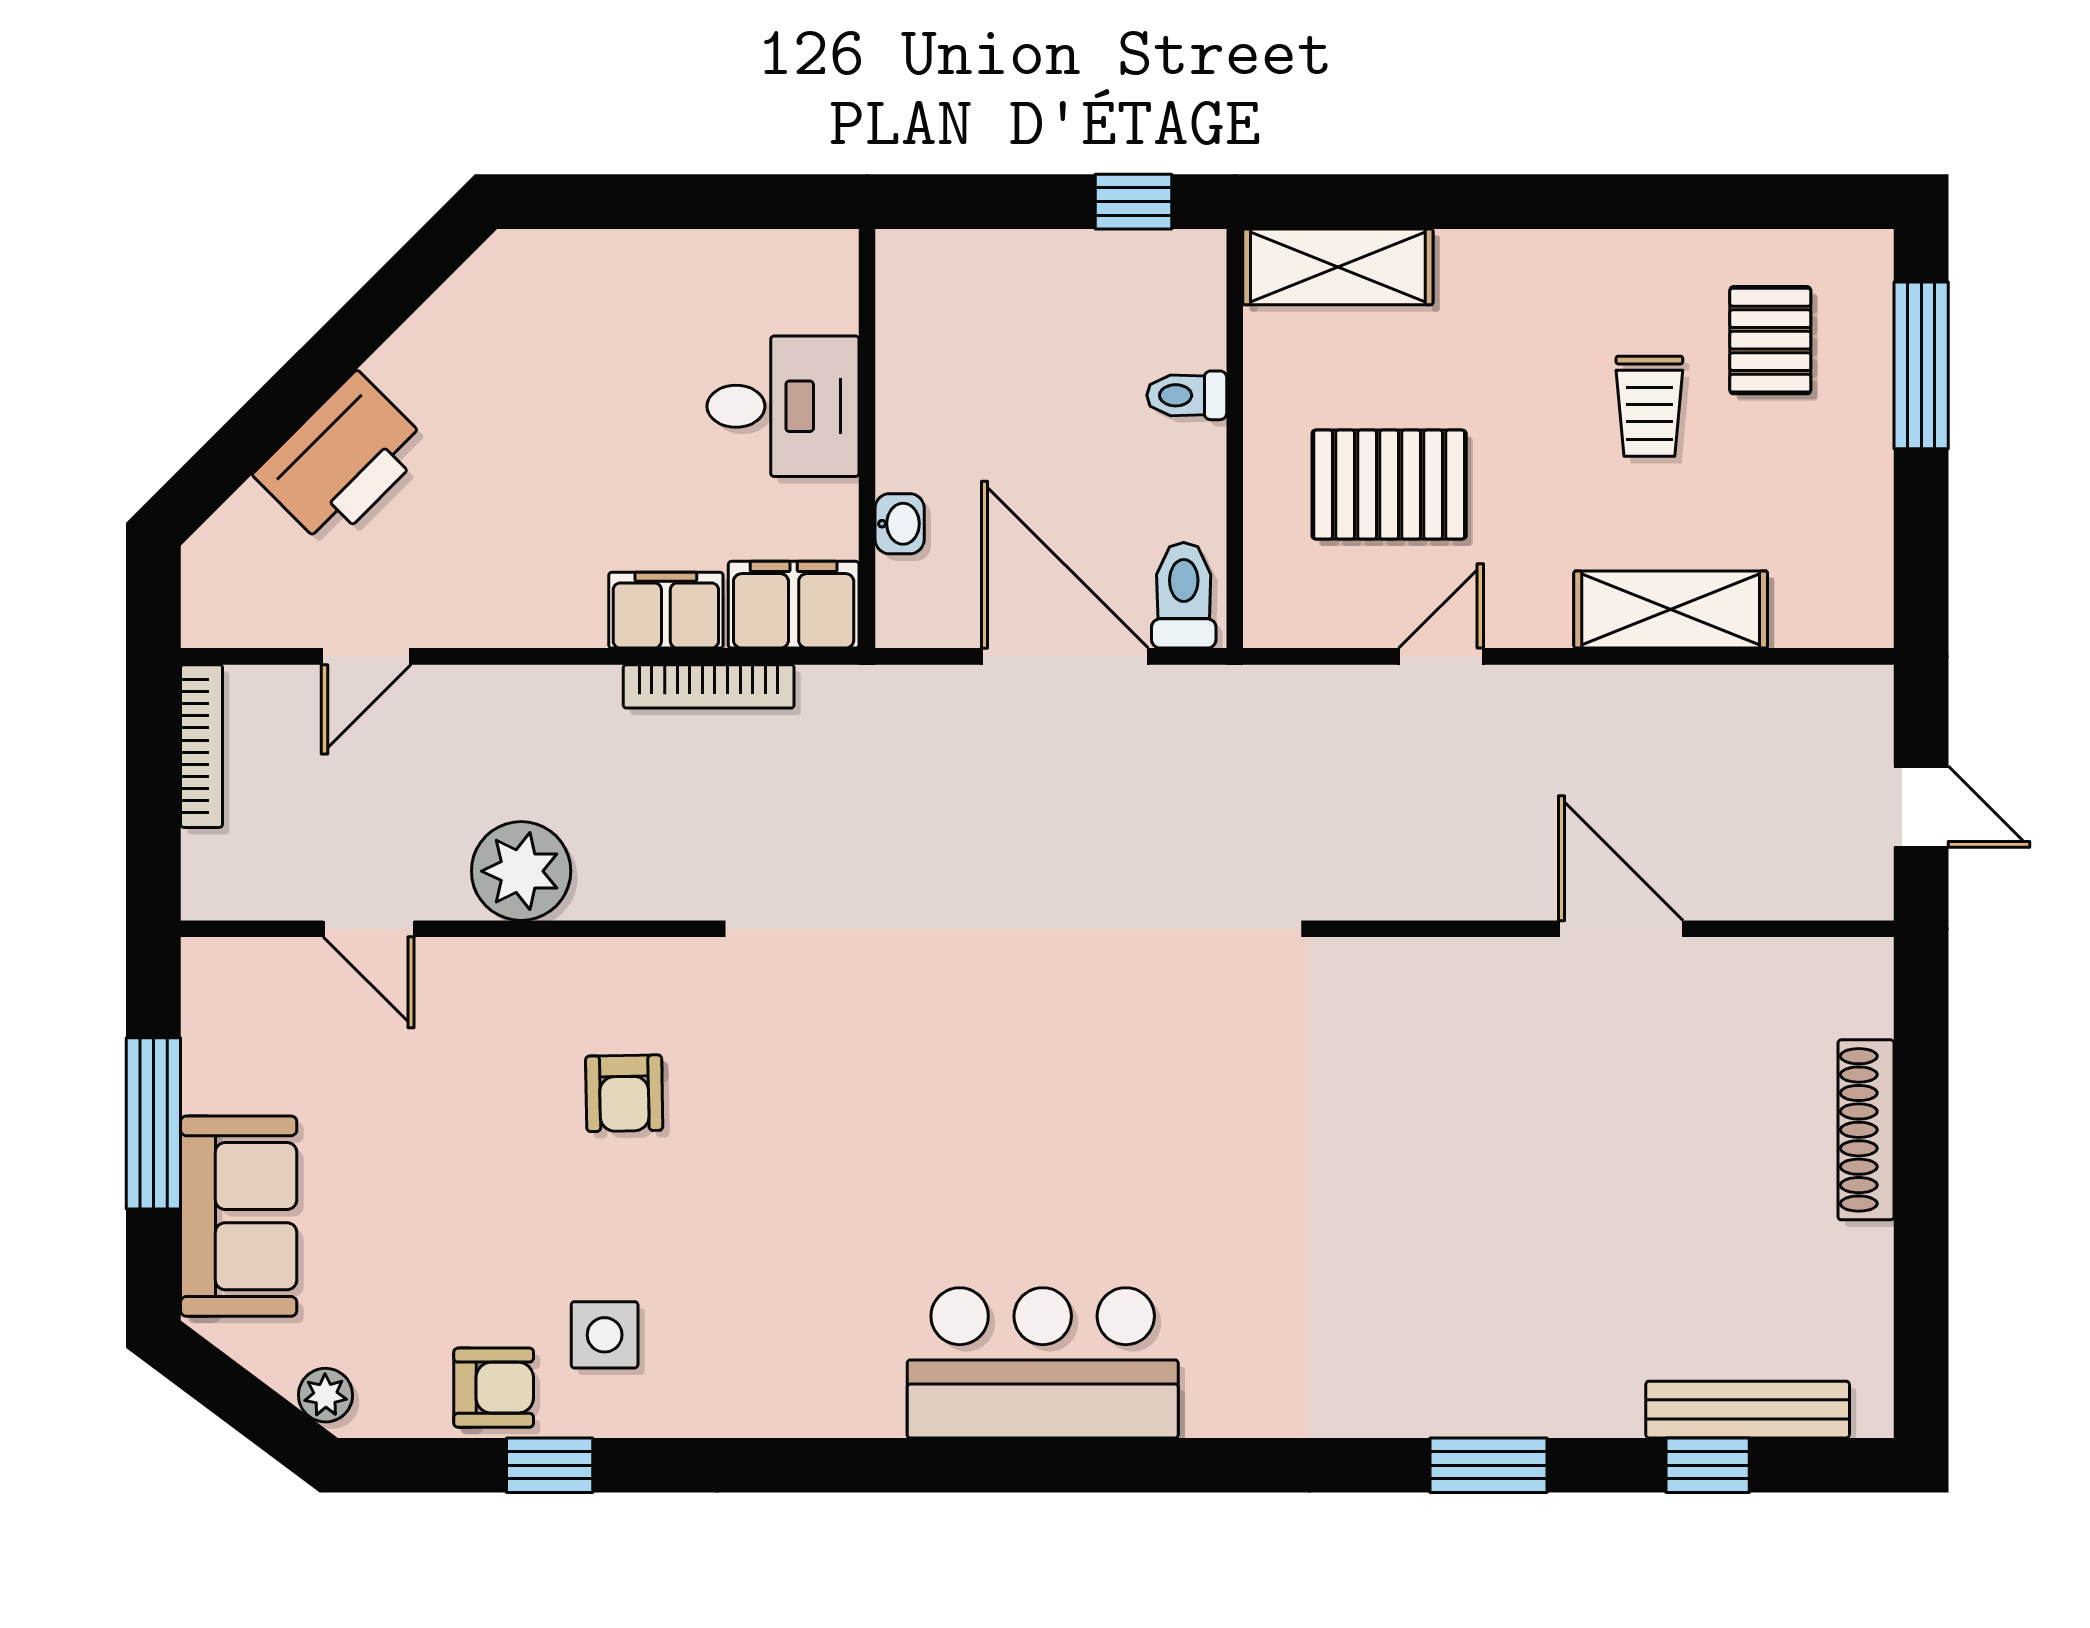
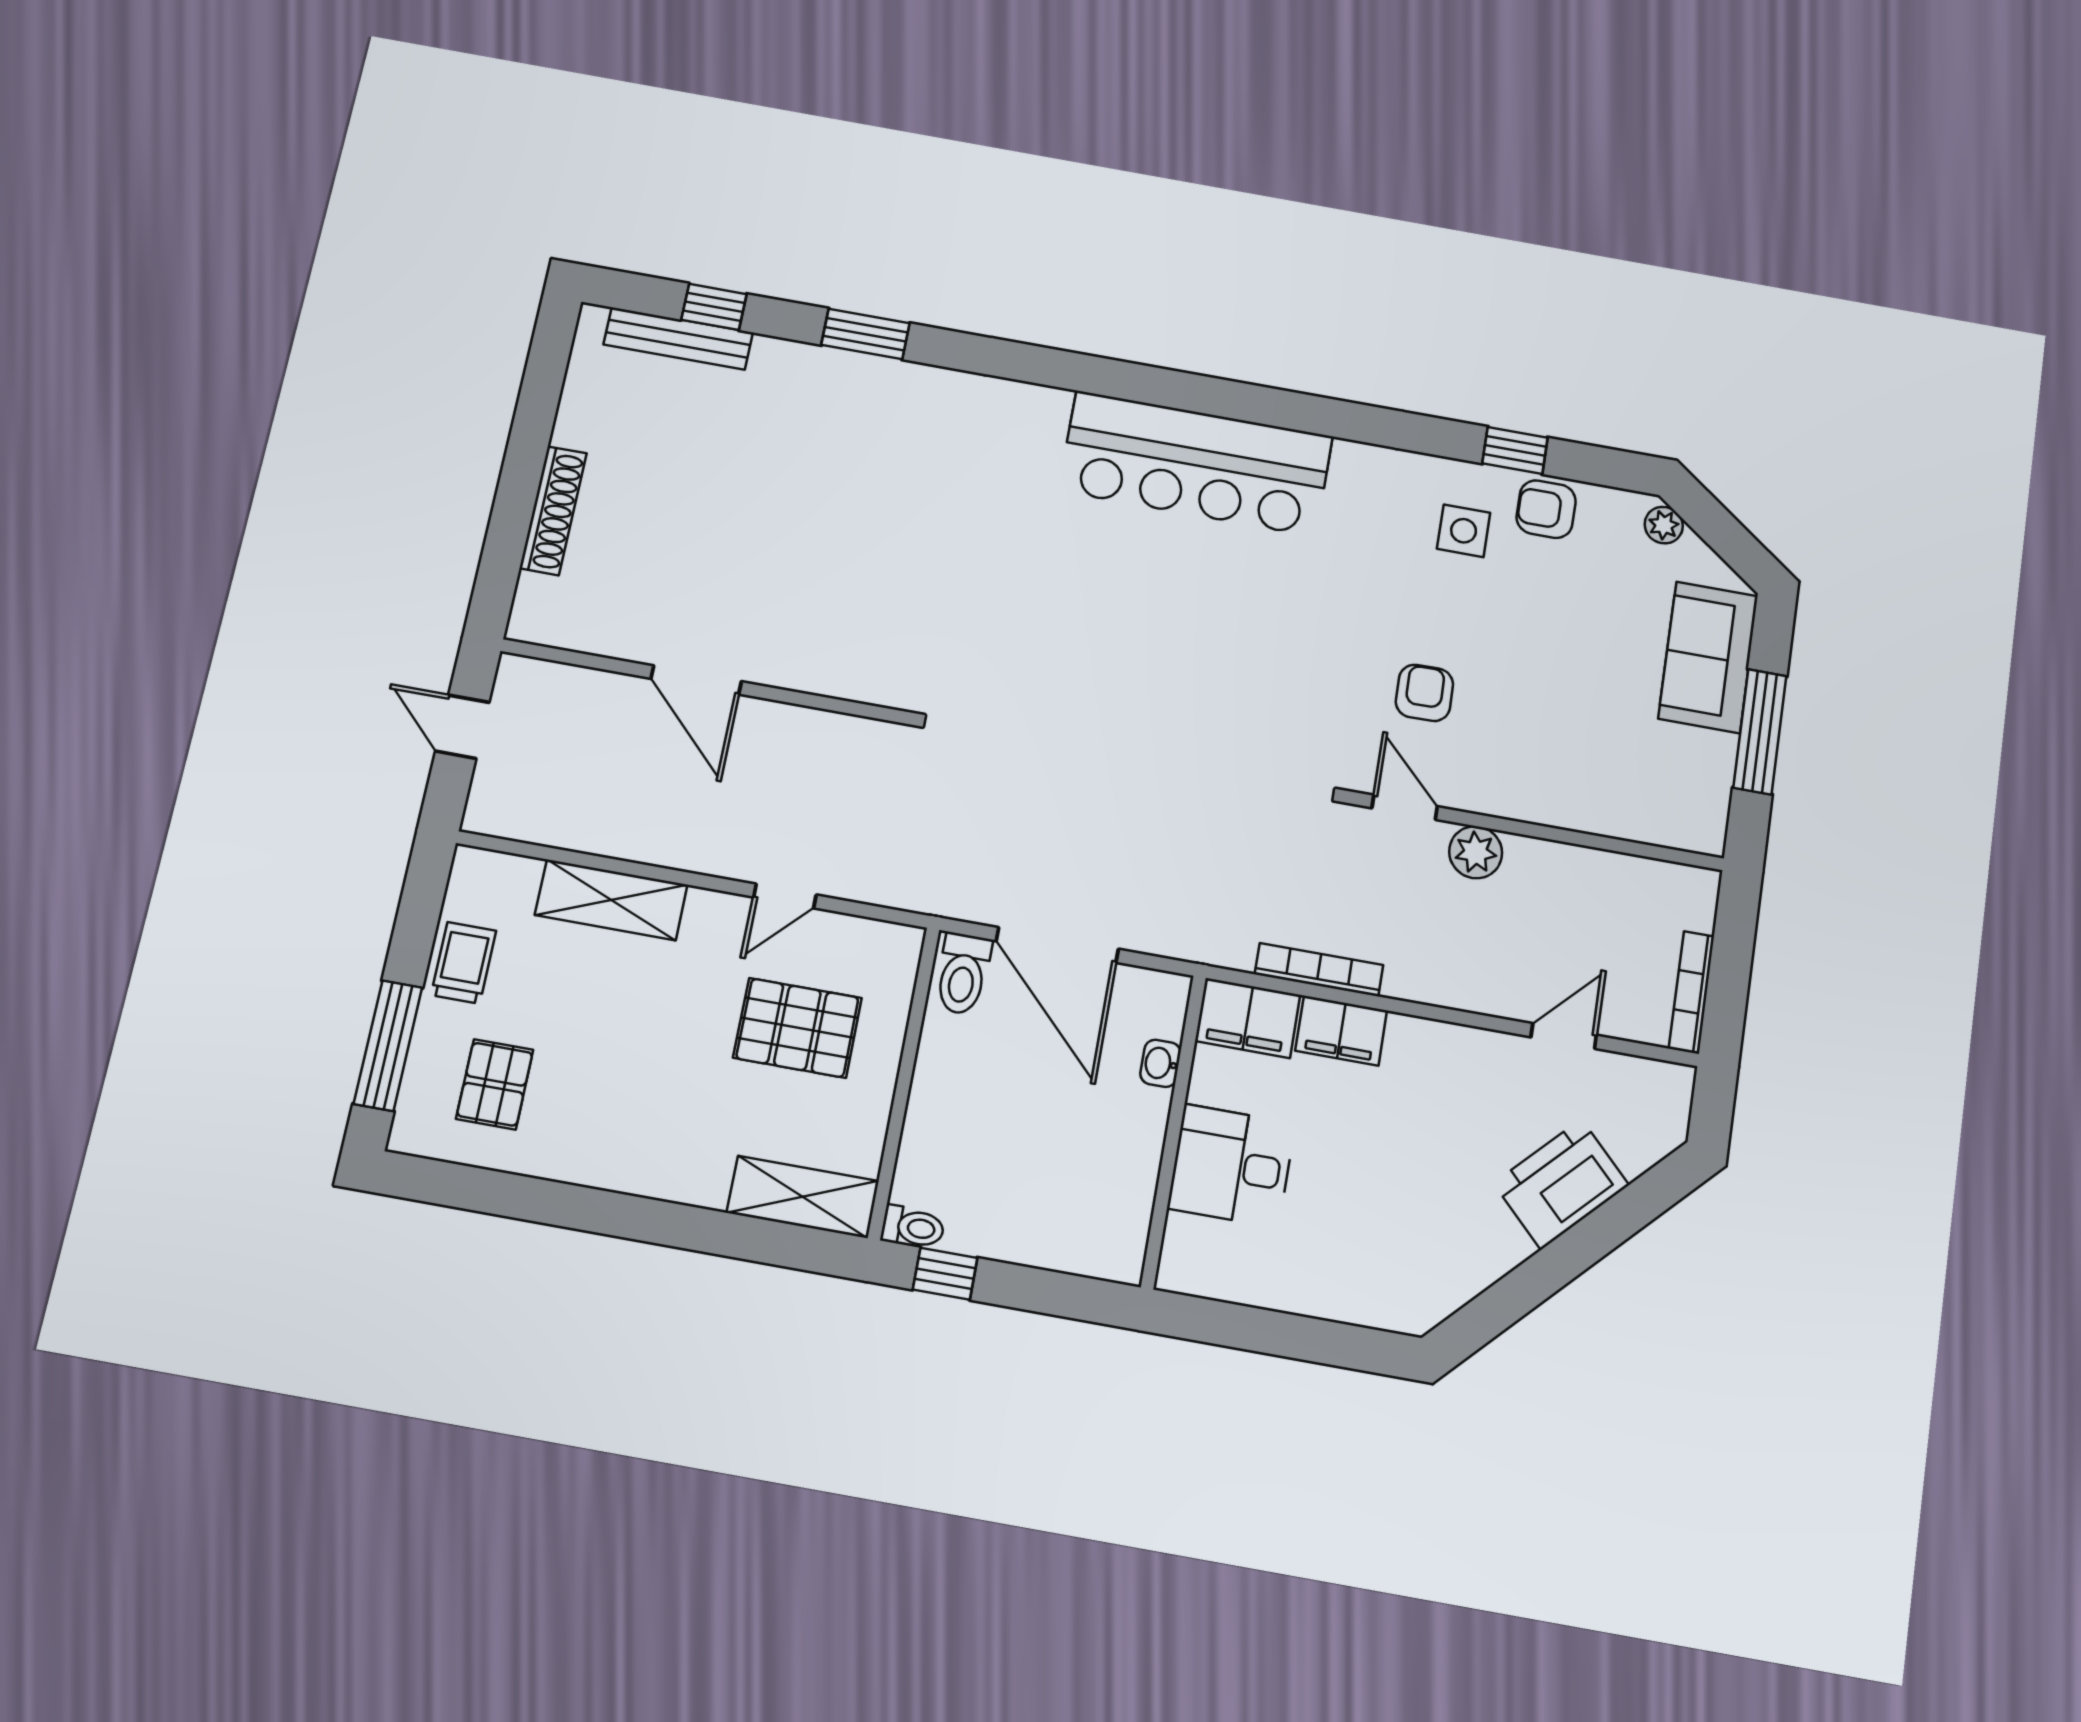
toilet: (1187, 395) -> (913, 1227), moved
trolley: (1649, 406) -> (463, 963), moved
plant: (521, 871) -> (1476, 852), width x0.73, depth x0.73
door: (369, 929) -> (1405, 807), moved
bar counter: (1043, 1363) -> (1196, 463), width x1.36

